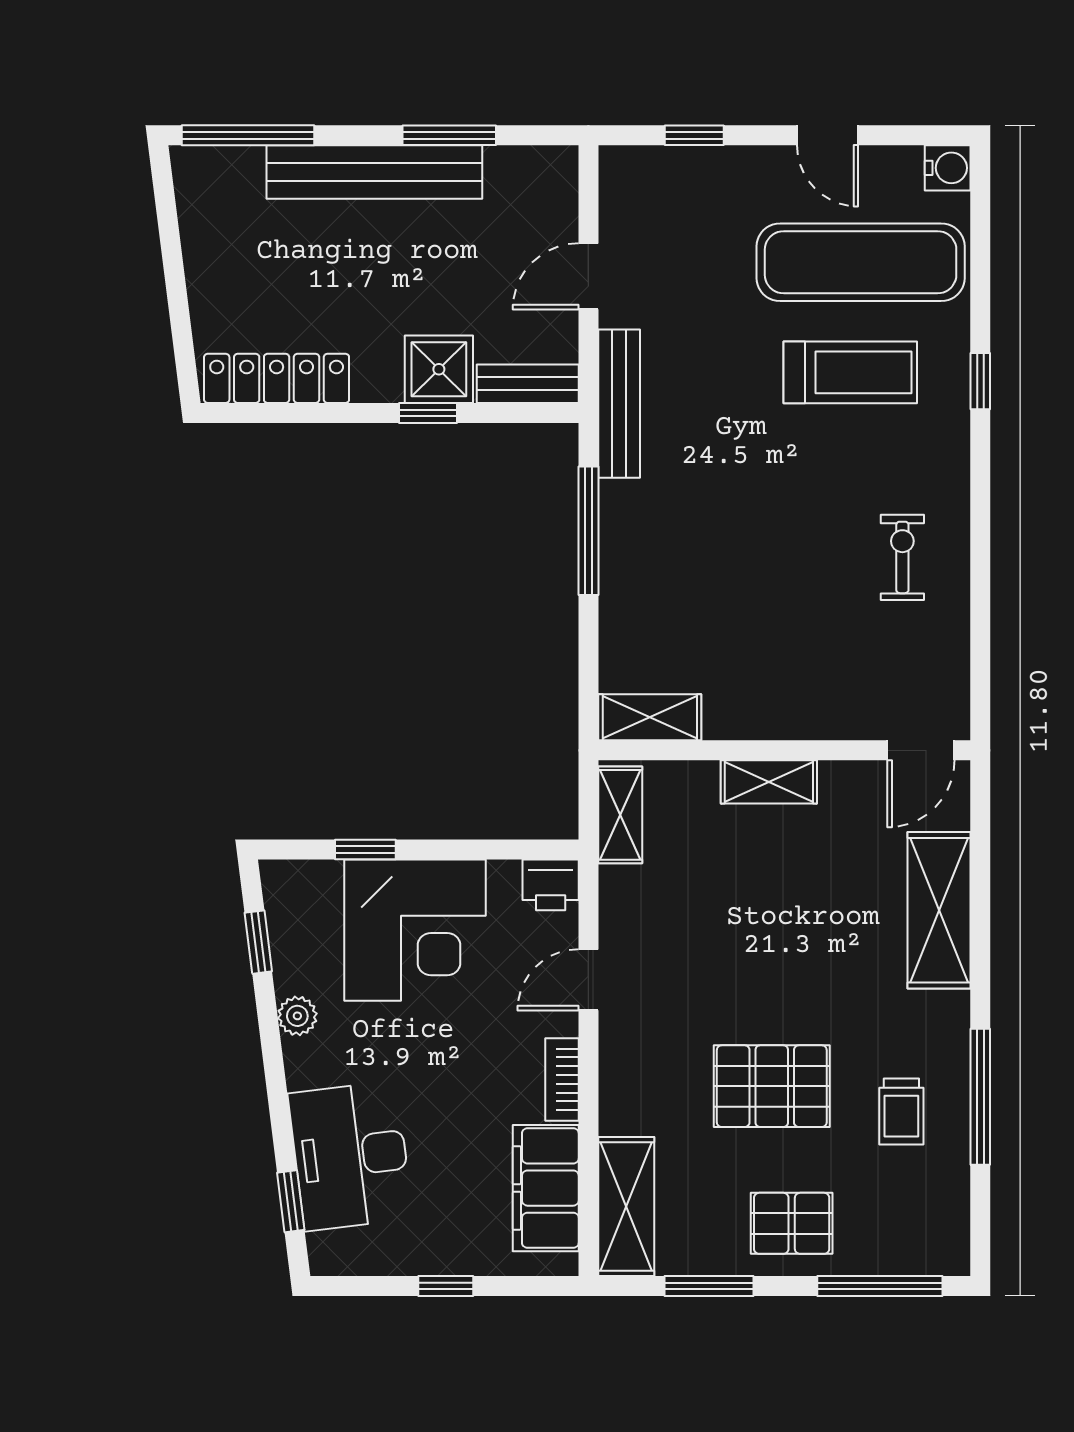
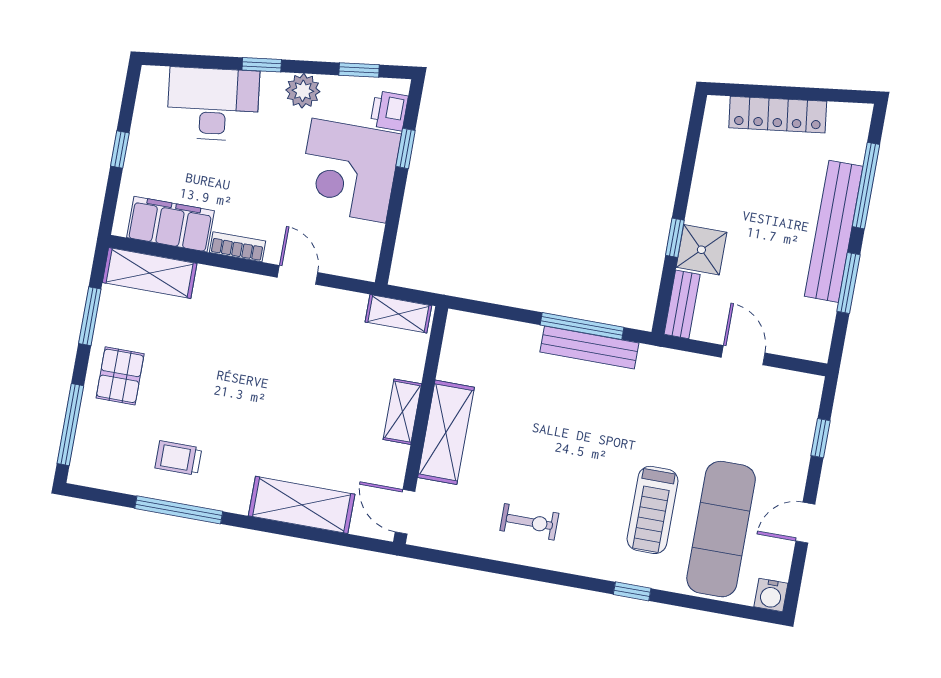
window: (248, 135) -> (866, 186), moved
locker: (277, 378) -> (778, 115), moved, turned 83
bench: (619, 404) -> (589, 347), moved
shelving: (650, 717) -> (446, 432), moved, width x1.50, depth x1.33
printer: (551, 885) -> (389, 111), moved
plant: (297, 1016) -> (303, 91), width x1.38, depth x1.38
pallet: (772, 1086) -> (209, 379), removed
window: (291, 1201) -> (262, 65), moved

